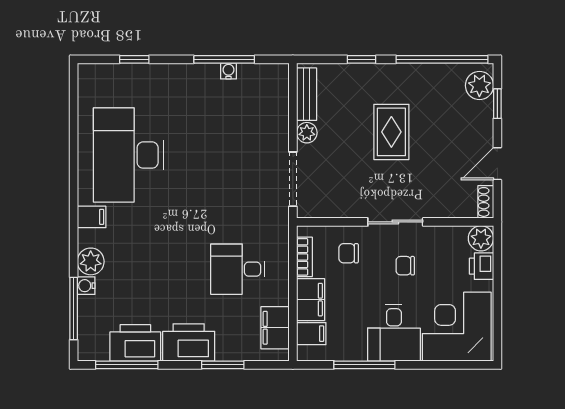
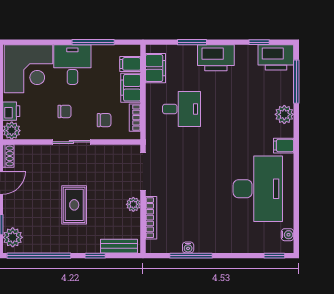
window: (134, 59) -> (274, 256), moved
bench: (307, 94) -> (119, 246), moved, turned 90
bookcase: (281, 114) -> (151, 218), added
water cooler: (86, 286) -> (288, 235), moved
printer: (135, 343) -> (276, 57), moved
window: (127, 365) -> (259, 42), width x0.46

